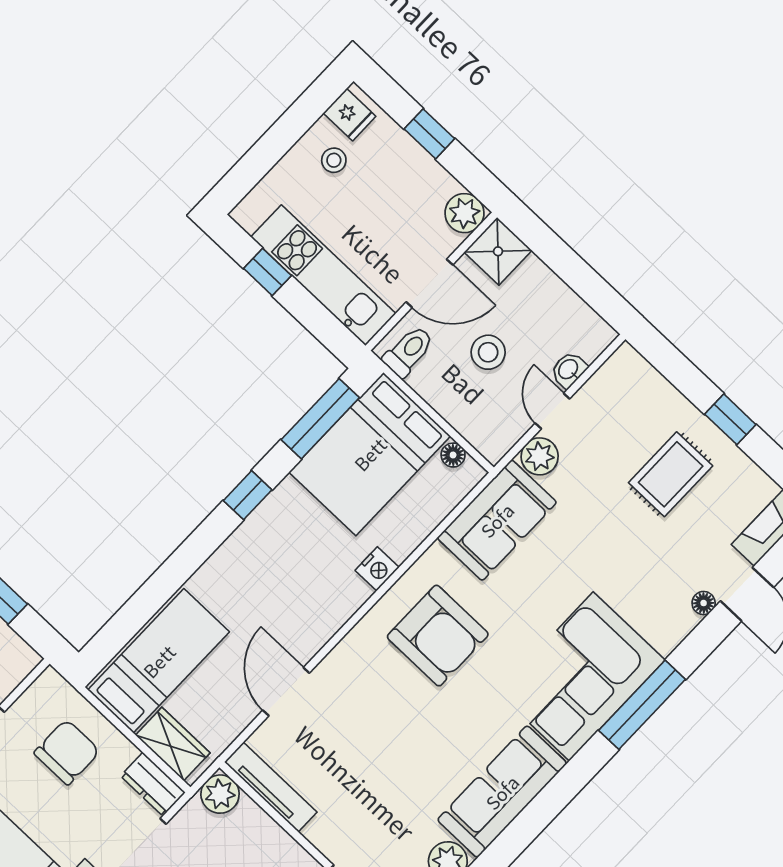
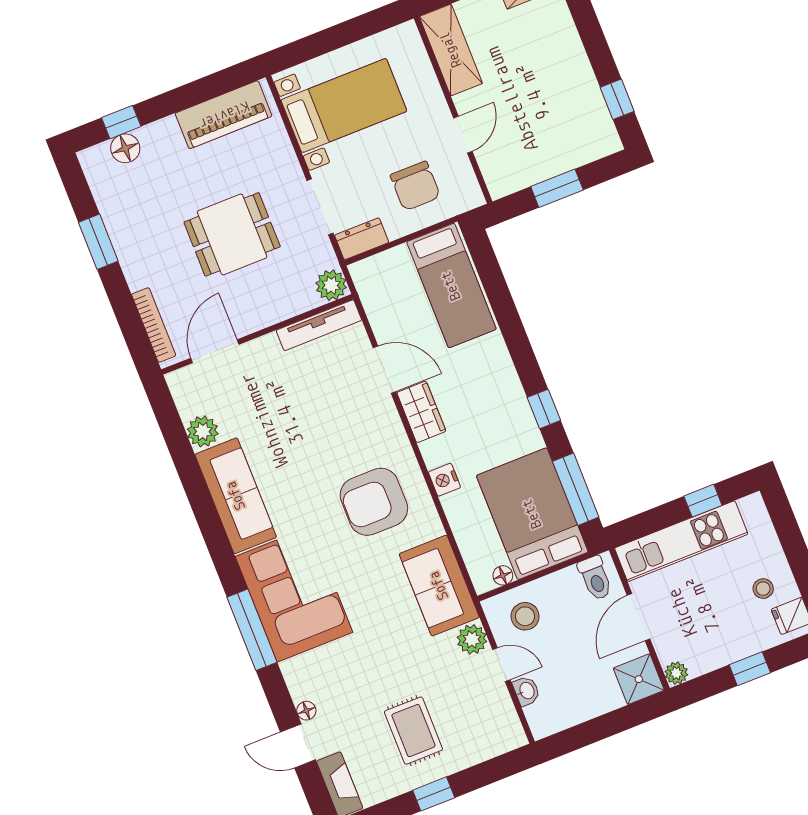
plant: (465, 213) -> (676, 673), width x0.73, depth x0.73
stool: (488, 352) -> (525, 616), moved
wardrobe: (173, 744) -> (421, 412), moved, turned -90

